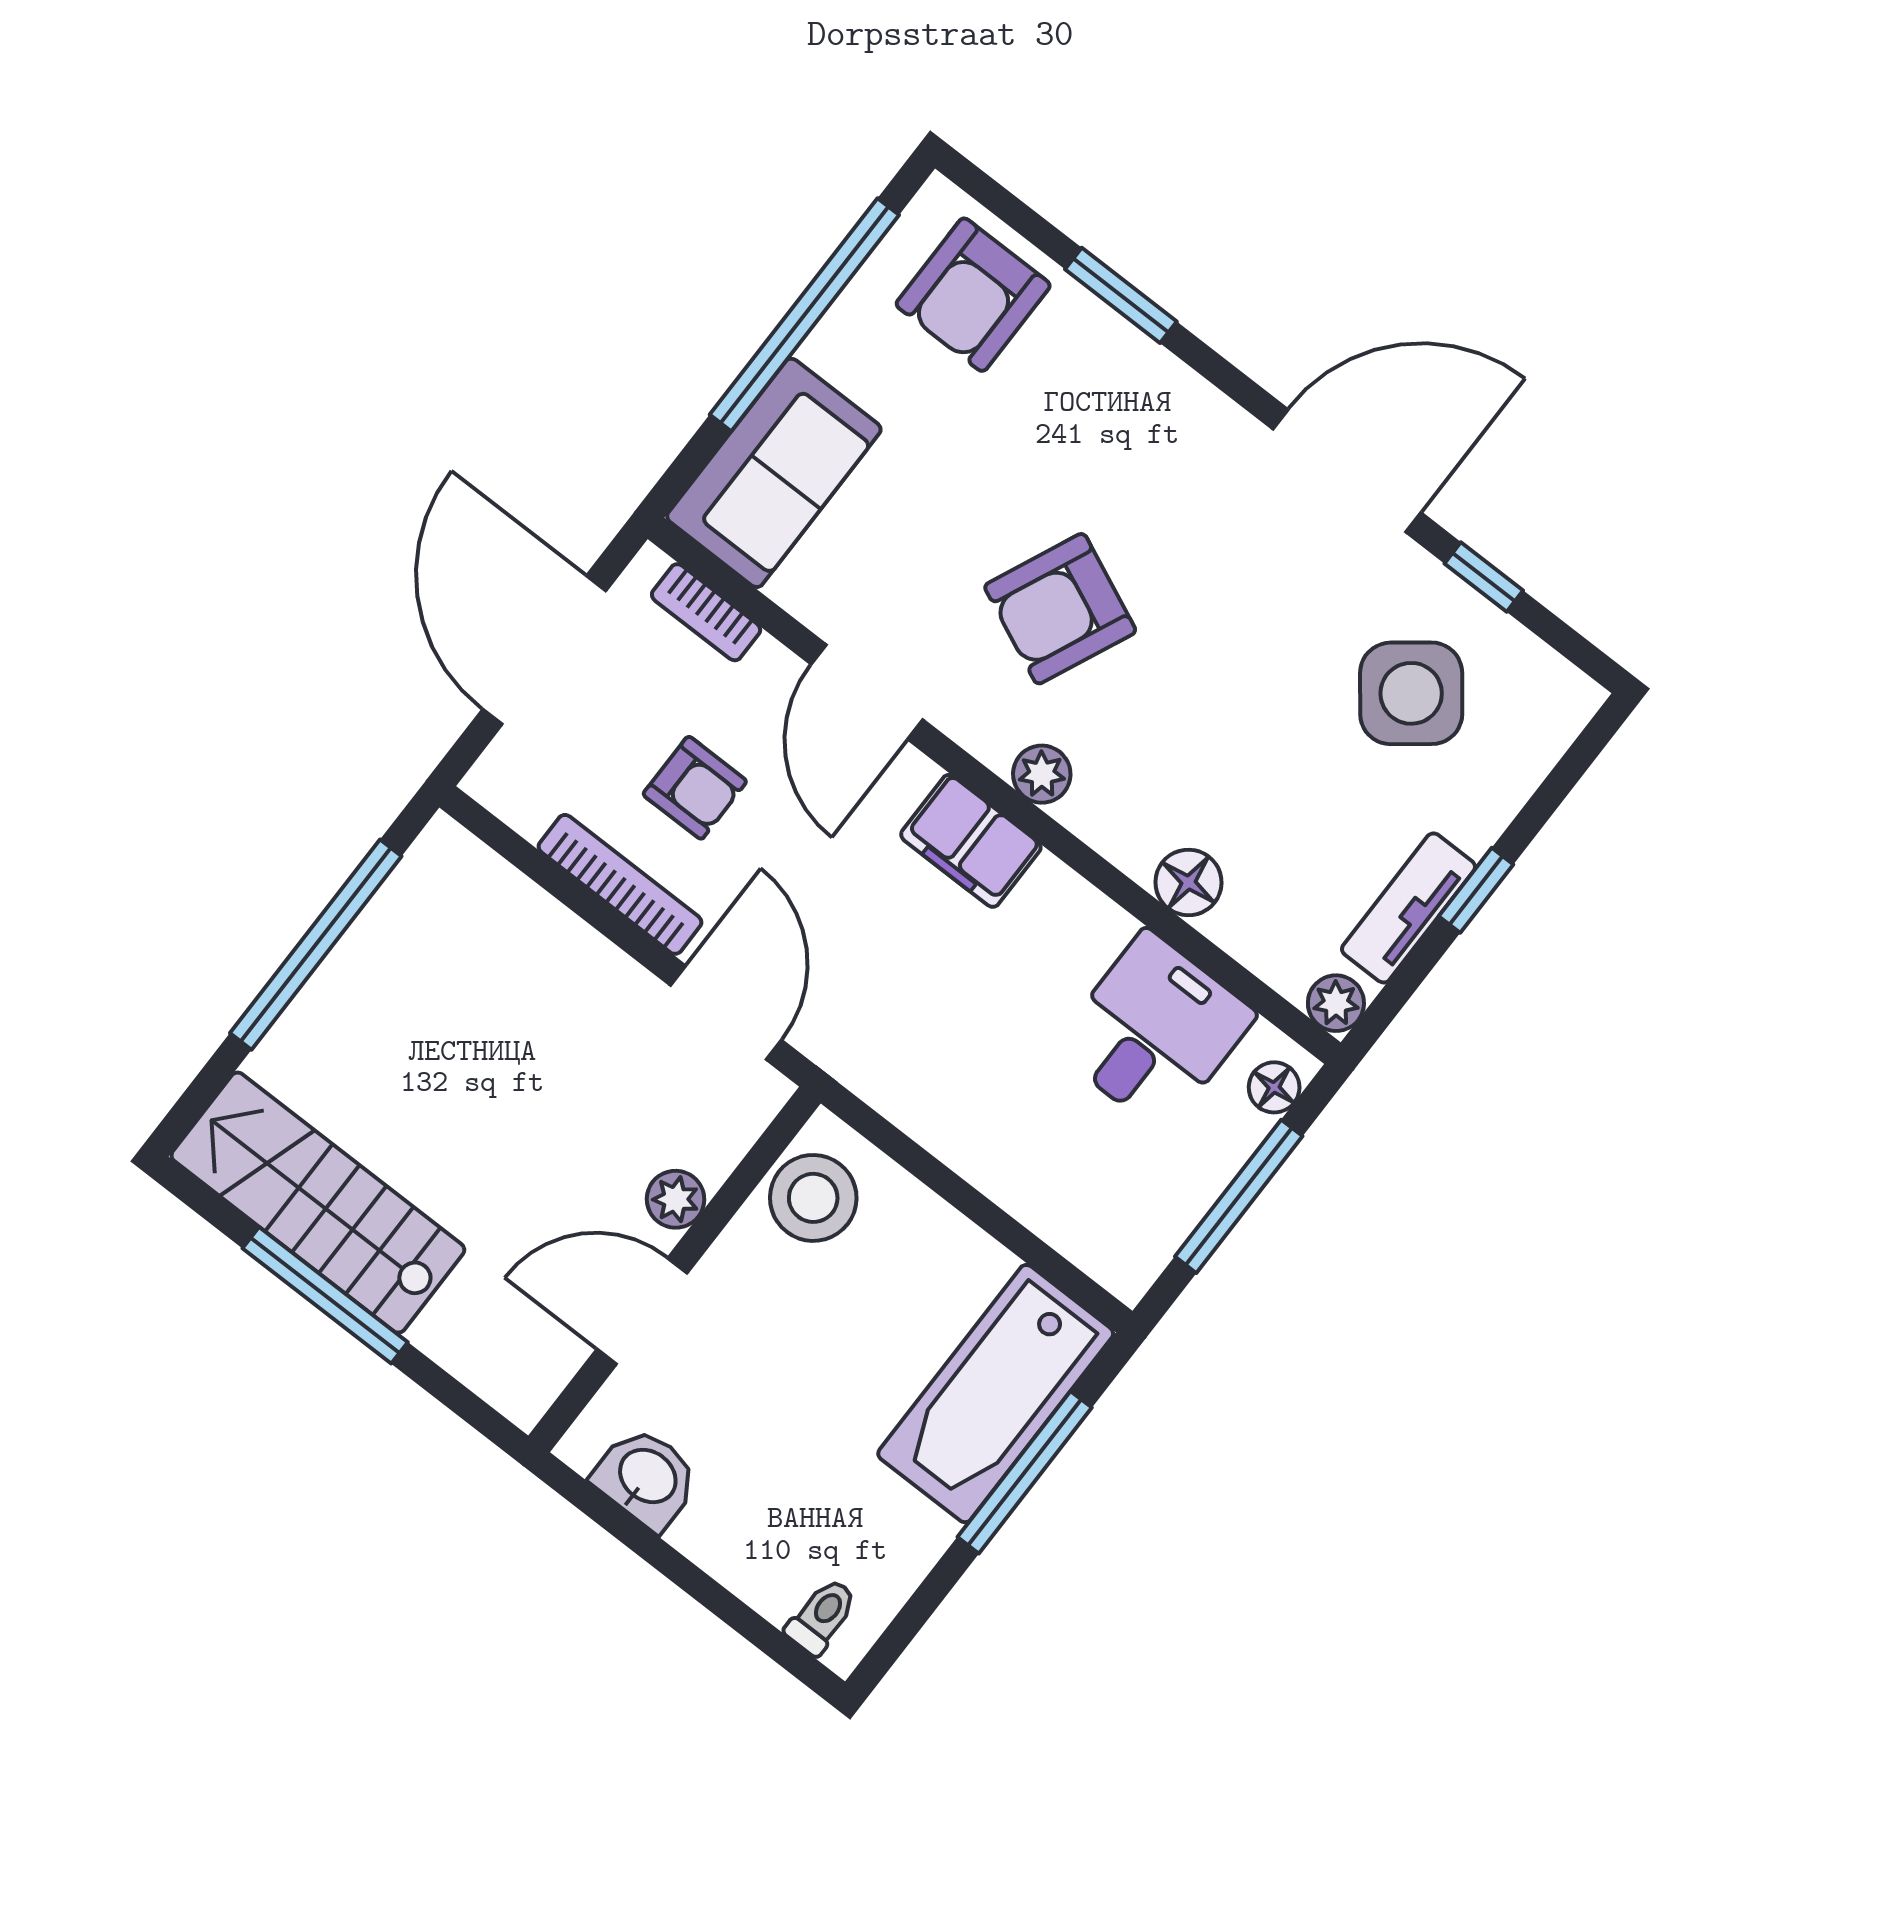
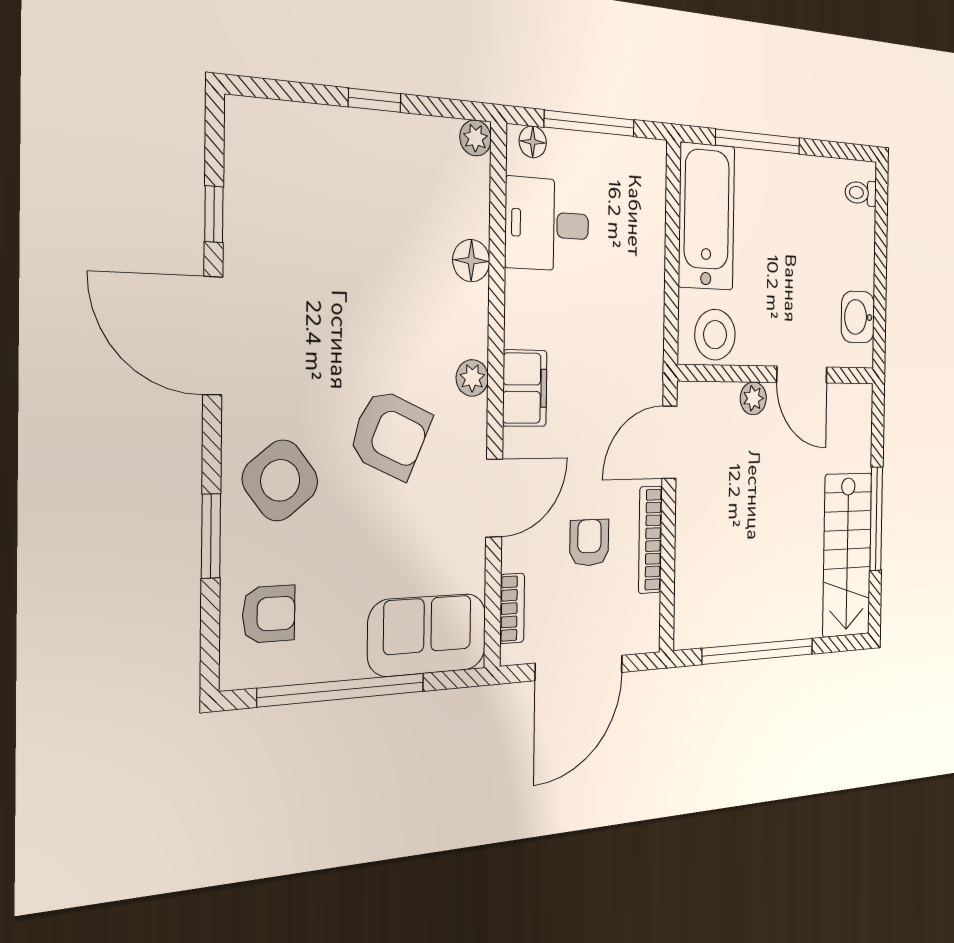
armchair: (973, 295) -> (269, 614), width x0.72, depth x0.72
side table: (1411, 693) -> (280, 480), moved
tv unit: (1409, 908) -> (407, 132), removed
bathtub: (996, 1394) -> (707, 216), moved, turned -90

